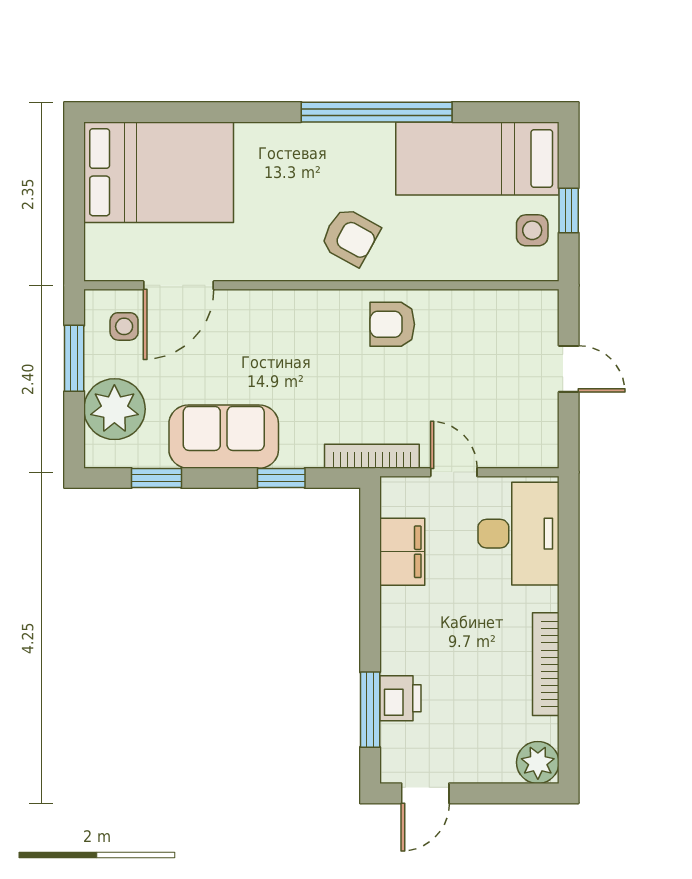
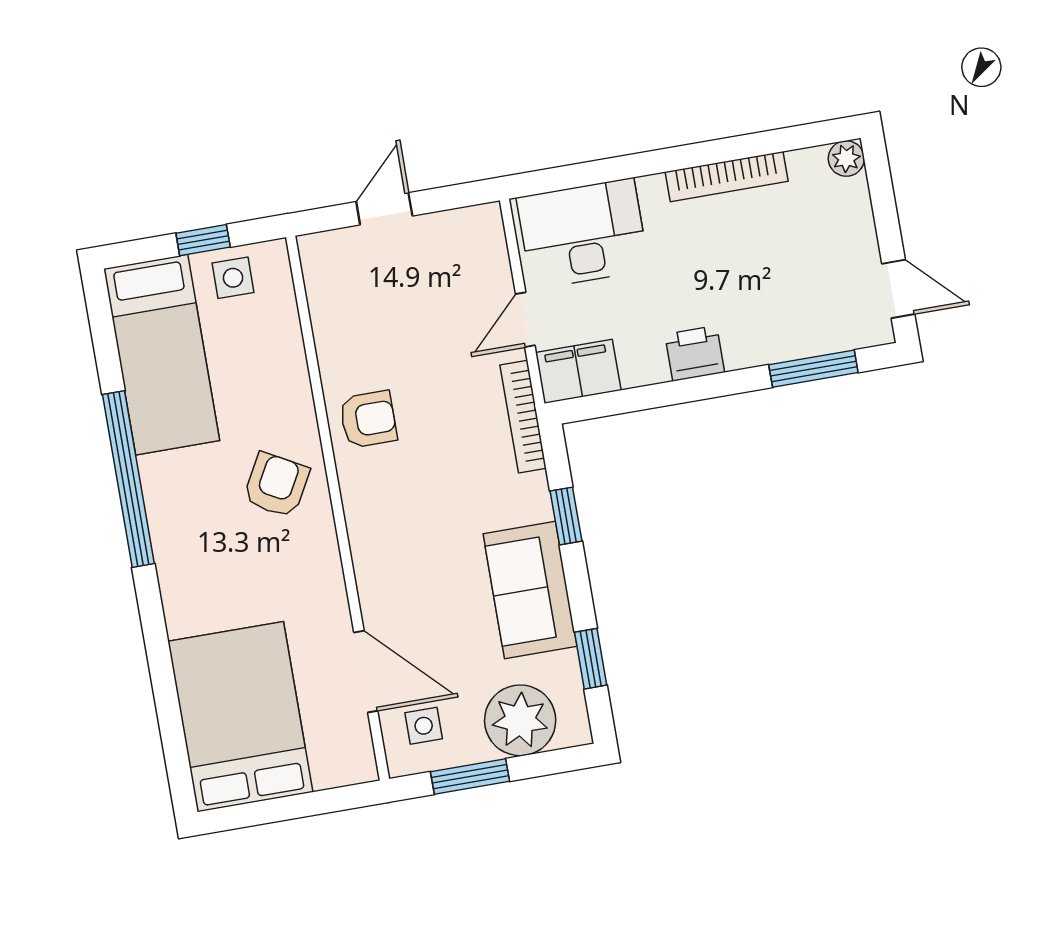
armchair: (392, 324) -> (368, 419), turned -90
filing cabinet: (402, 552) -> (578, 371), moved
printer: (400, 698) -> (695, 353), moved
plant: (538, 762) -> (846, 158), width x0.73, depth x0.73

